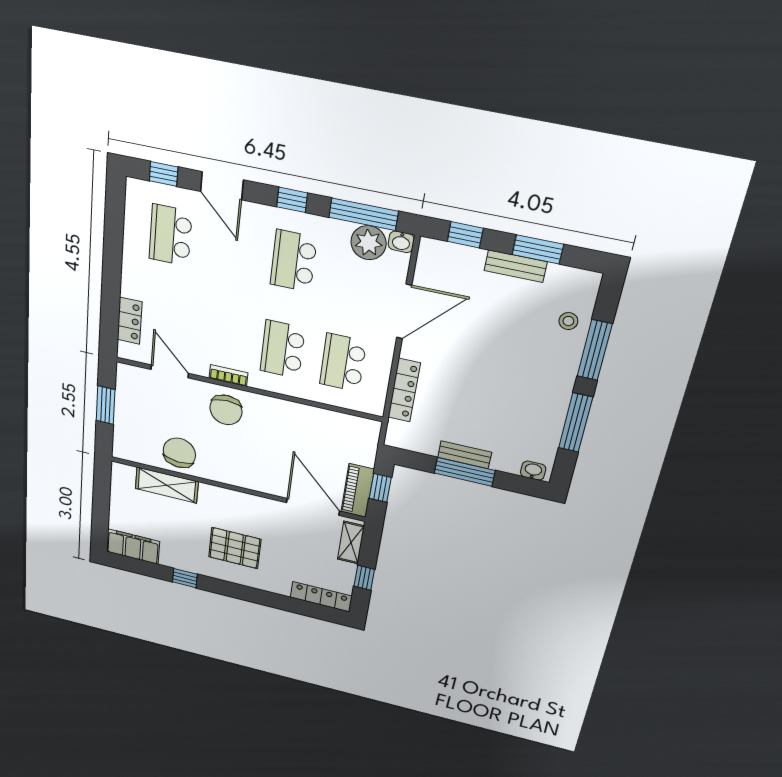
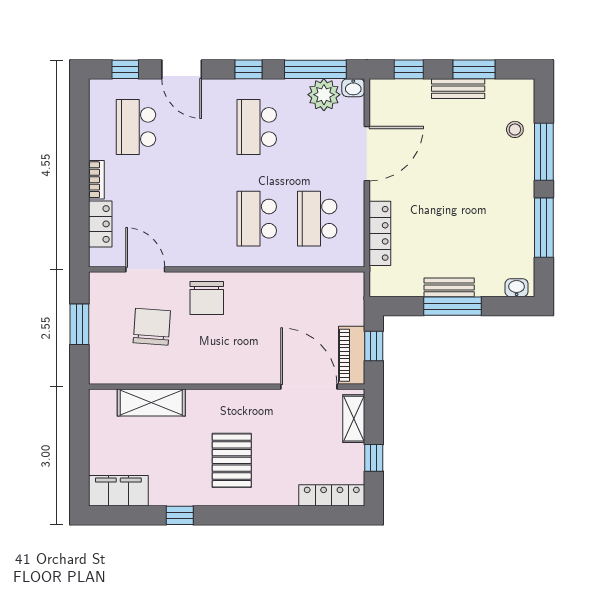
bookcase: (228, 375) -> (96, 180), moved, turned 90
chair: (179, 453) -> (152, 327), moved
pallet: (235, 548) -> (232, 460), turned 90

